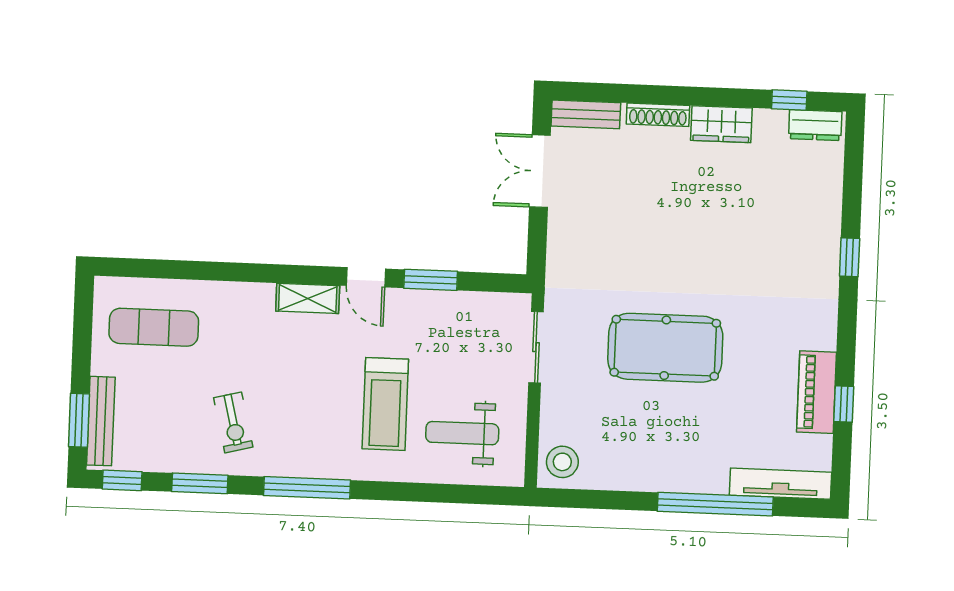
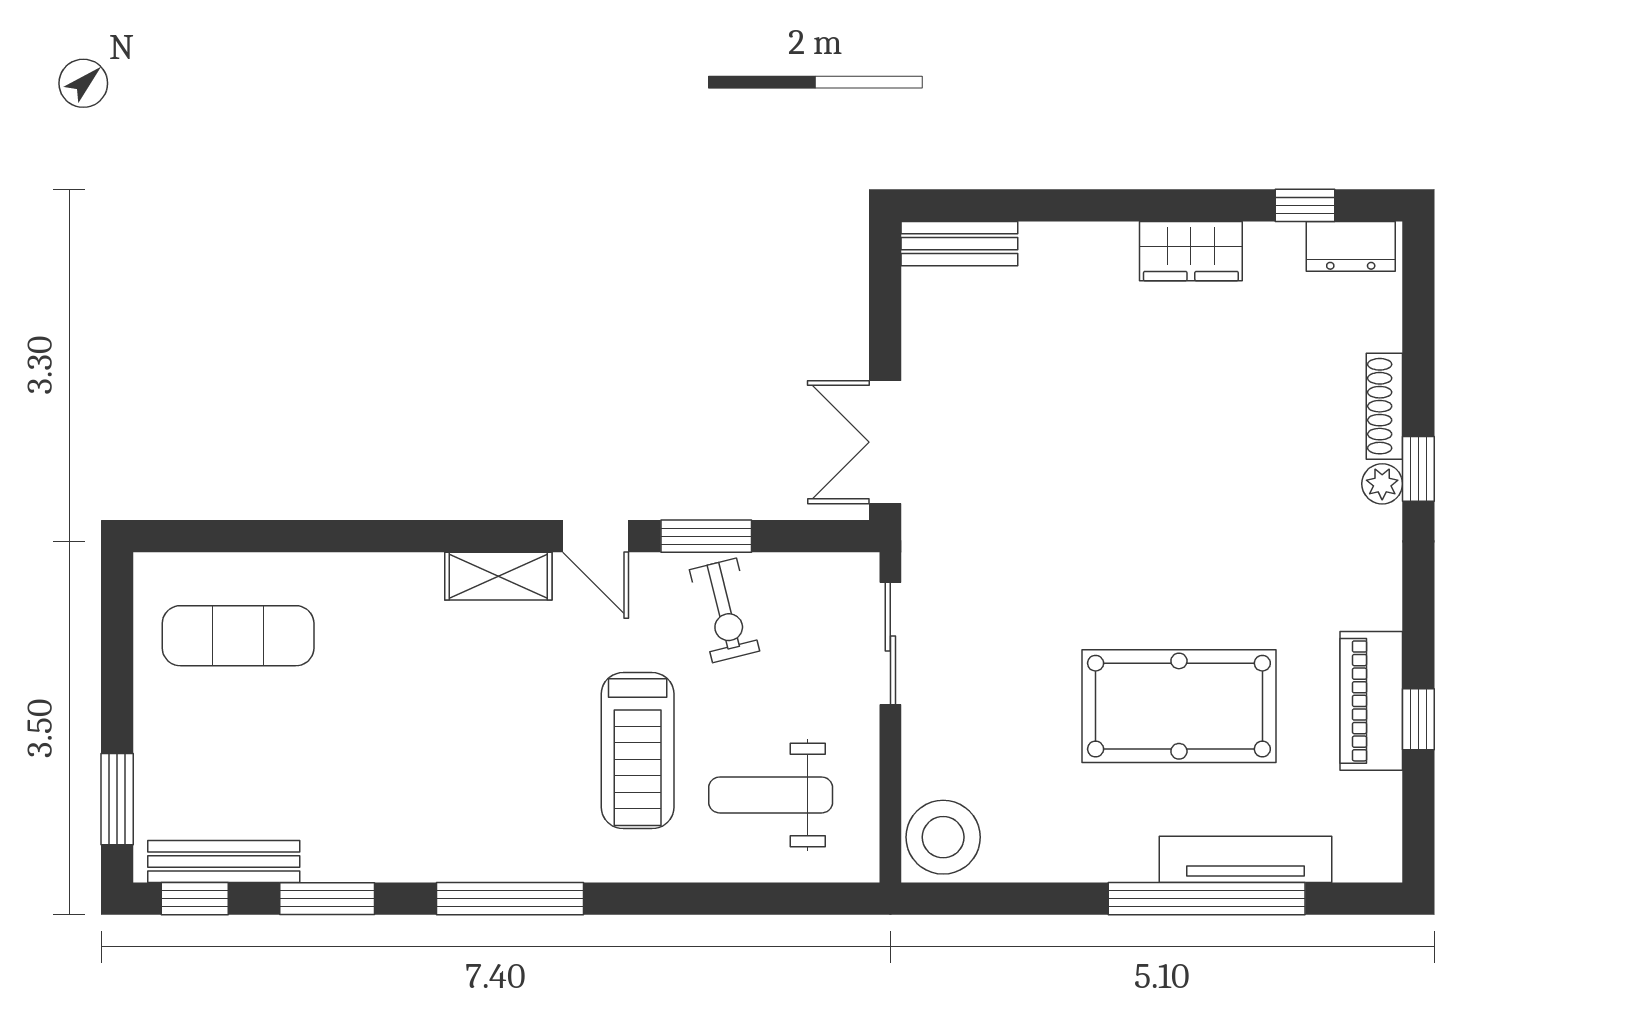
shoe rack: (658, 115) -> (1384, 406), moved, turned 90
double door: (540, 171) -> (885, 442), moved
plant: (828, 265) -> (1382, 484), added
pool table: (665, 348) -> (1179, 706), moved
bench: (101, 421) -> (224, 861), moved, turned 90
exercise bike: (233, 422) -> (725, 610), moved
stool: (562, 462) -> (943, 837), width x1.38, depth x1.38
tv unit: (781, 484) -> (1245, 859), moved

